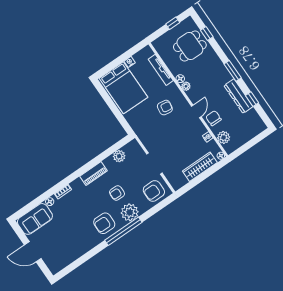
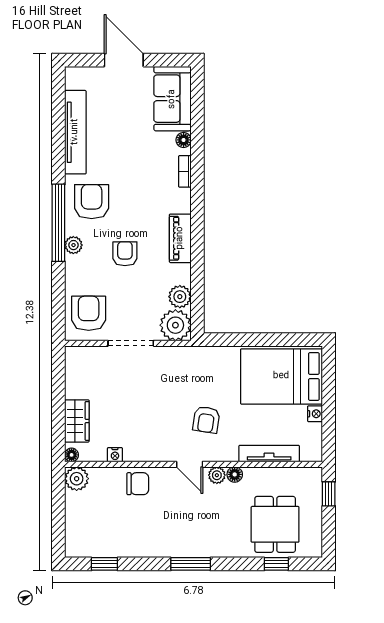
window: (173, 23) -> (329, 494), moved
dresser: (238, 96) -> (145, 546), removed
window: (252, 99) -> (104, 564), moved
door: (196, 111) -> (190, 464), moved
plant: (224, 137) -> (77, 479), moved
plant: (133, 149) -> (175, 325), added
wardrobe: (200, 167) -> (77, 421), width x0.67
plant: (130, 212) -> (73, 245), width x0.53, depth x0.53
tv unit: (79, 251) -> (75, 132), added
door: (33, 252) -> (124, 60), hinge flipped

